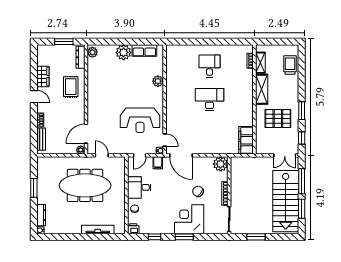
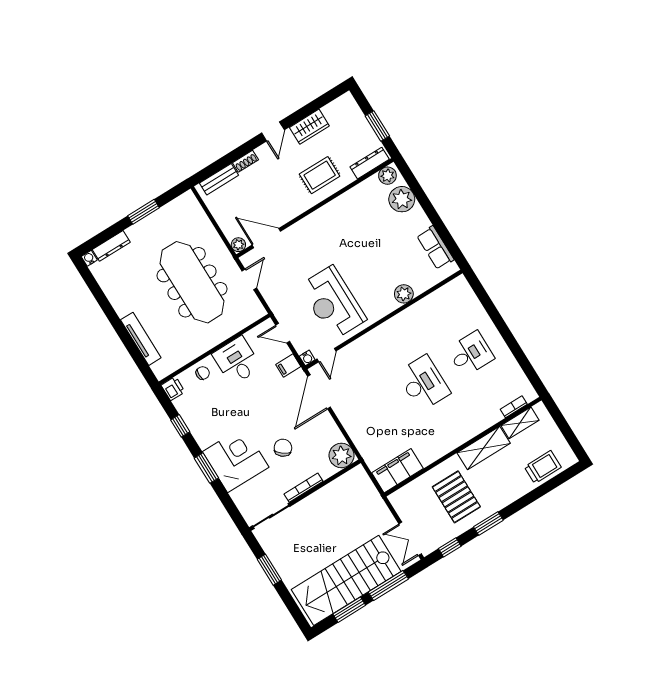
plant: (124, 52) -> (402, 199), moved

